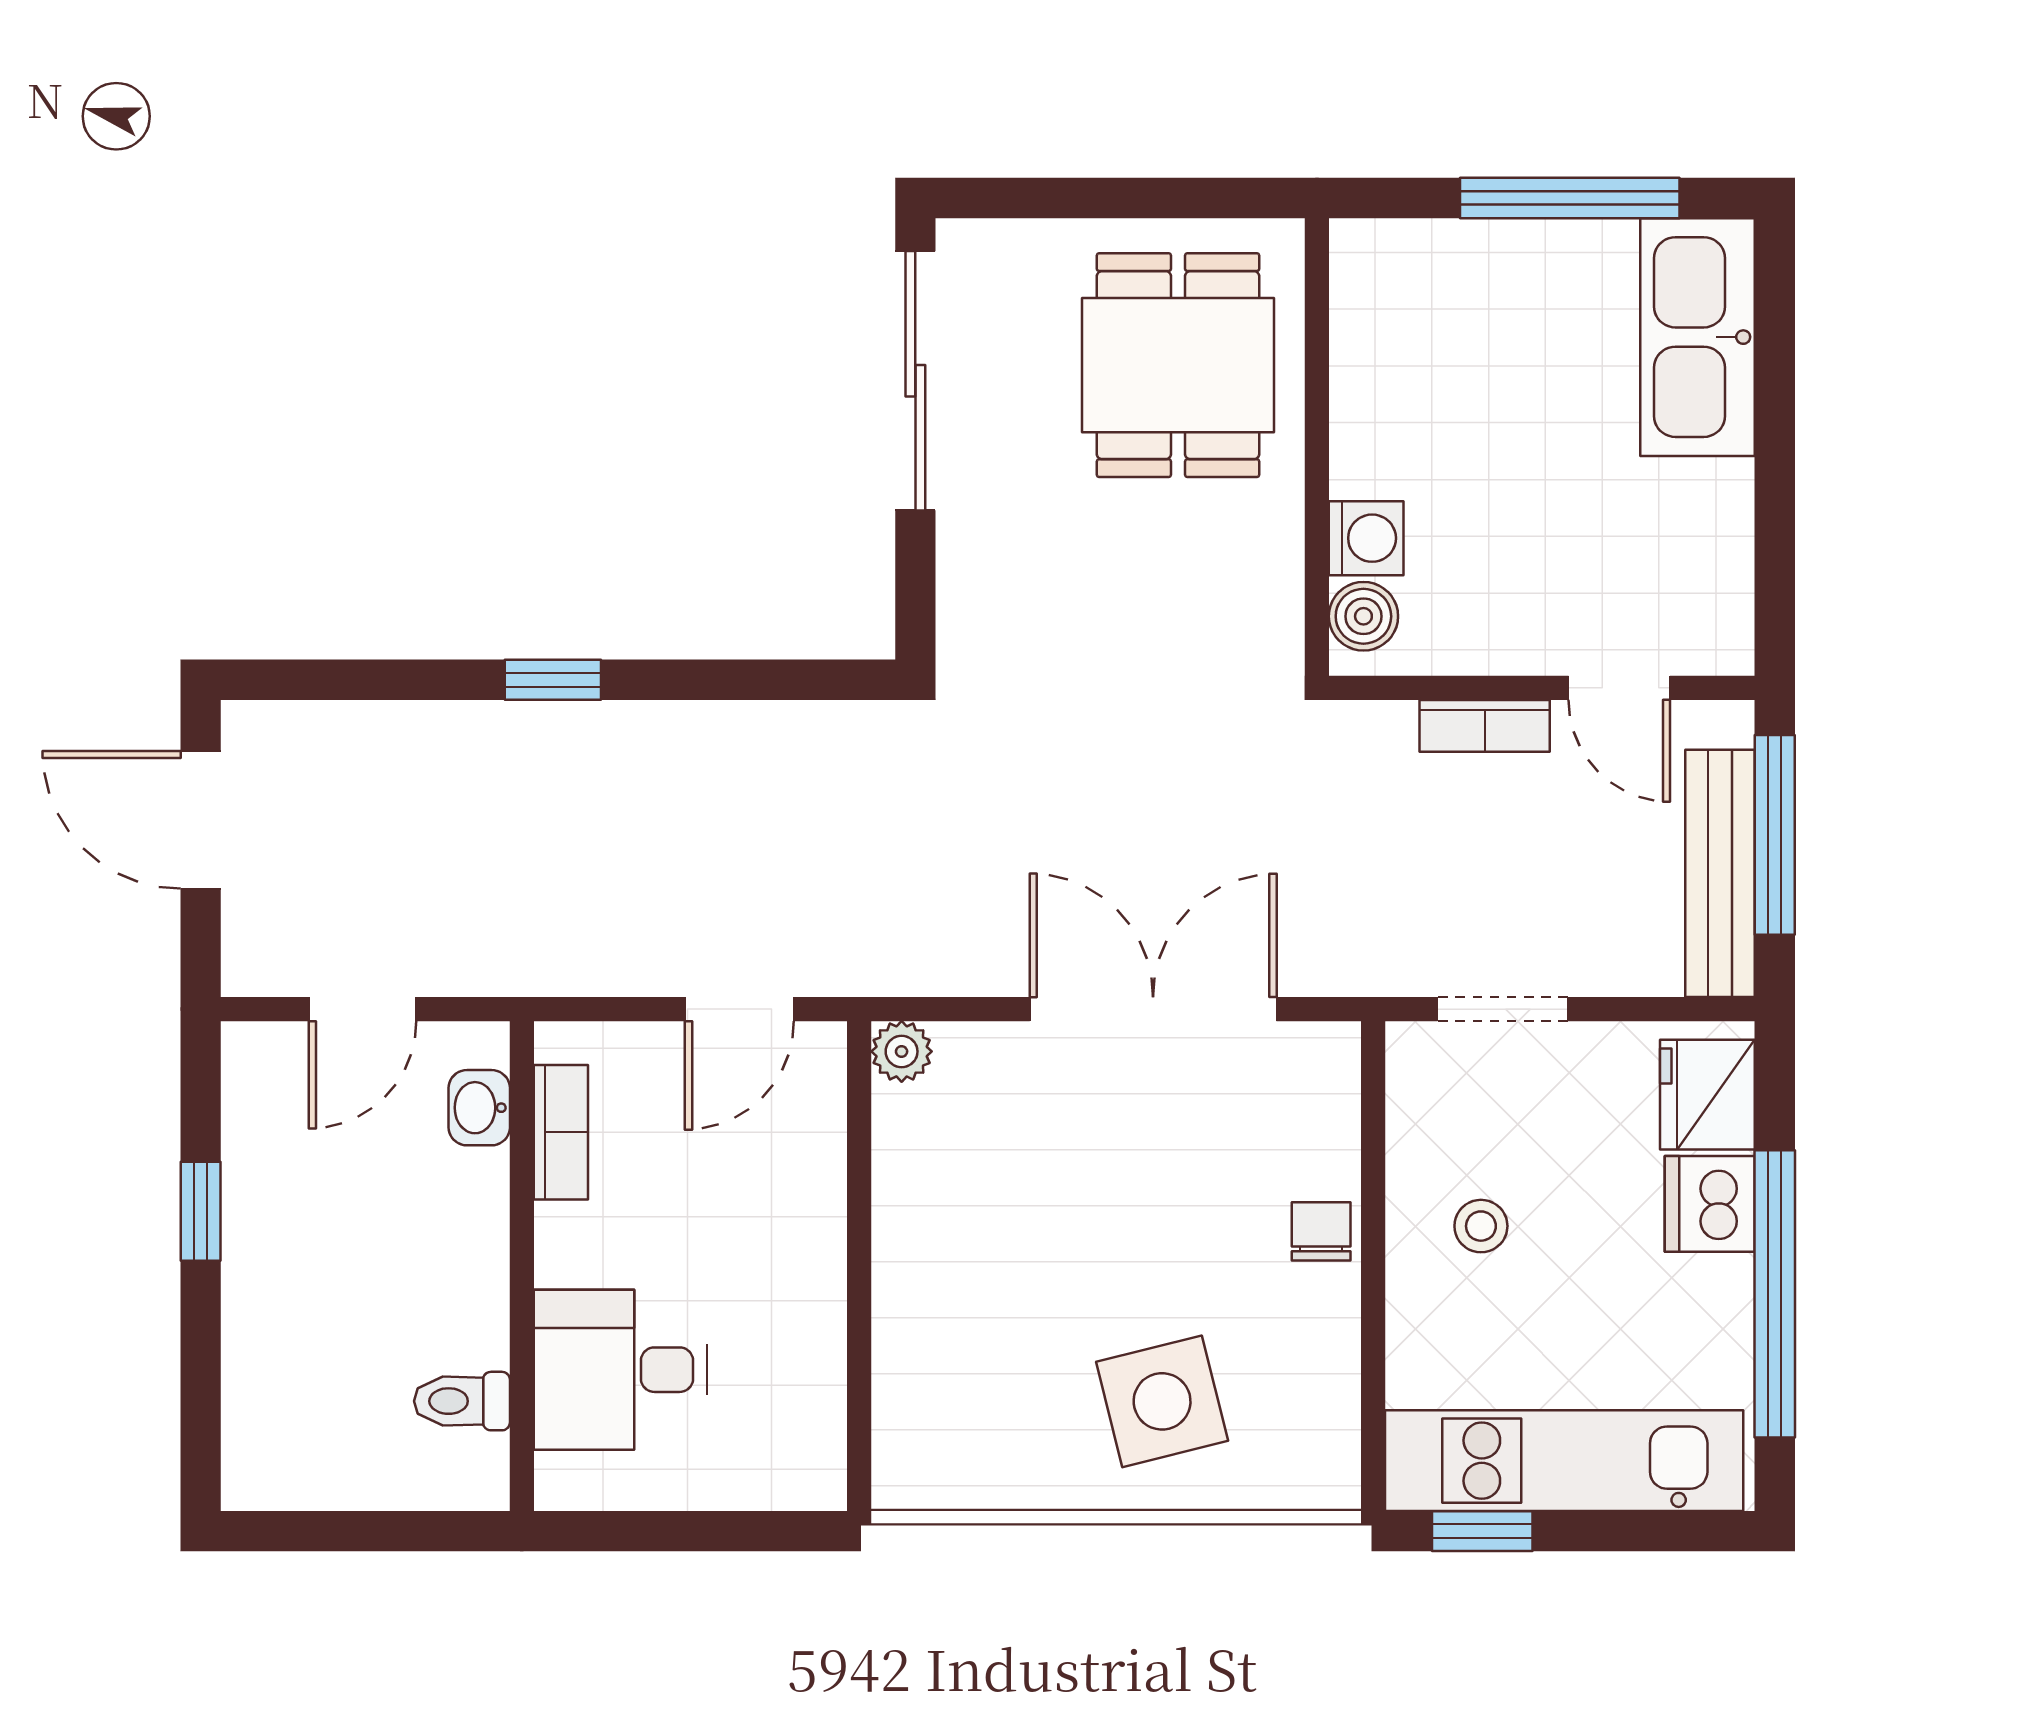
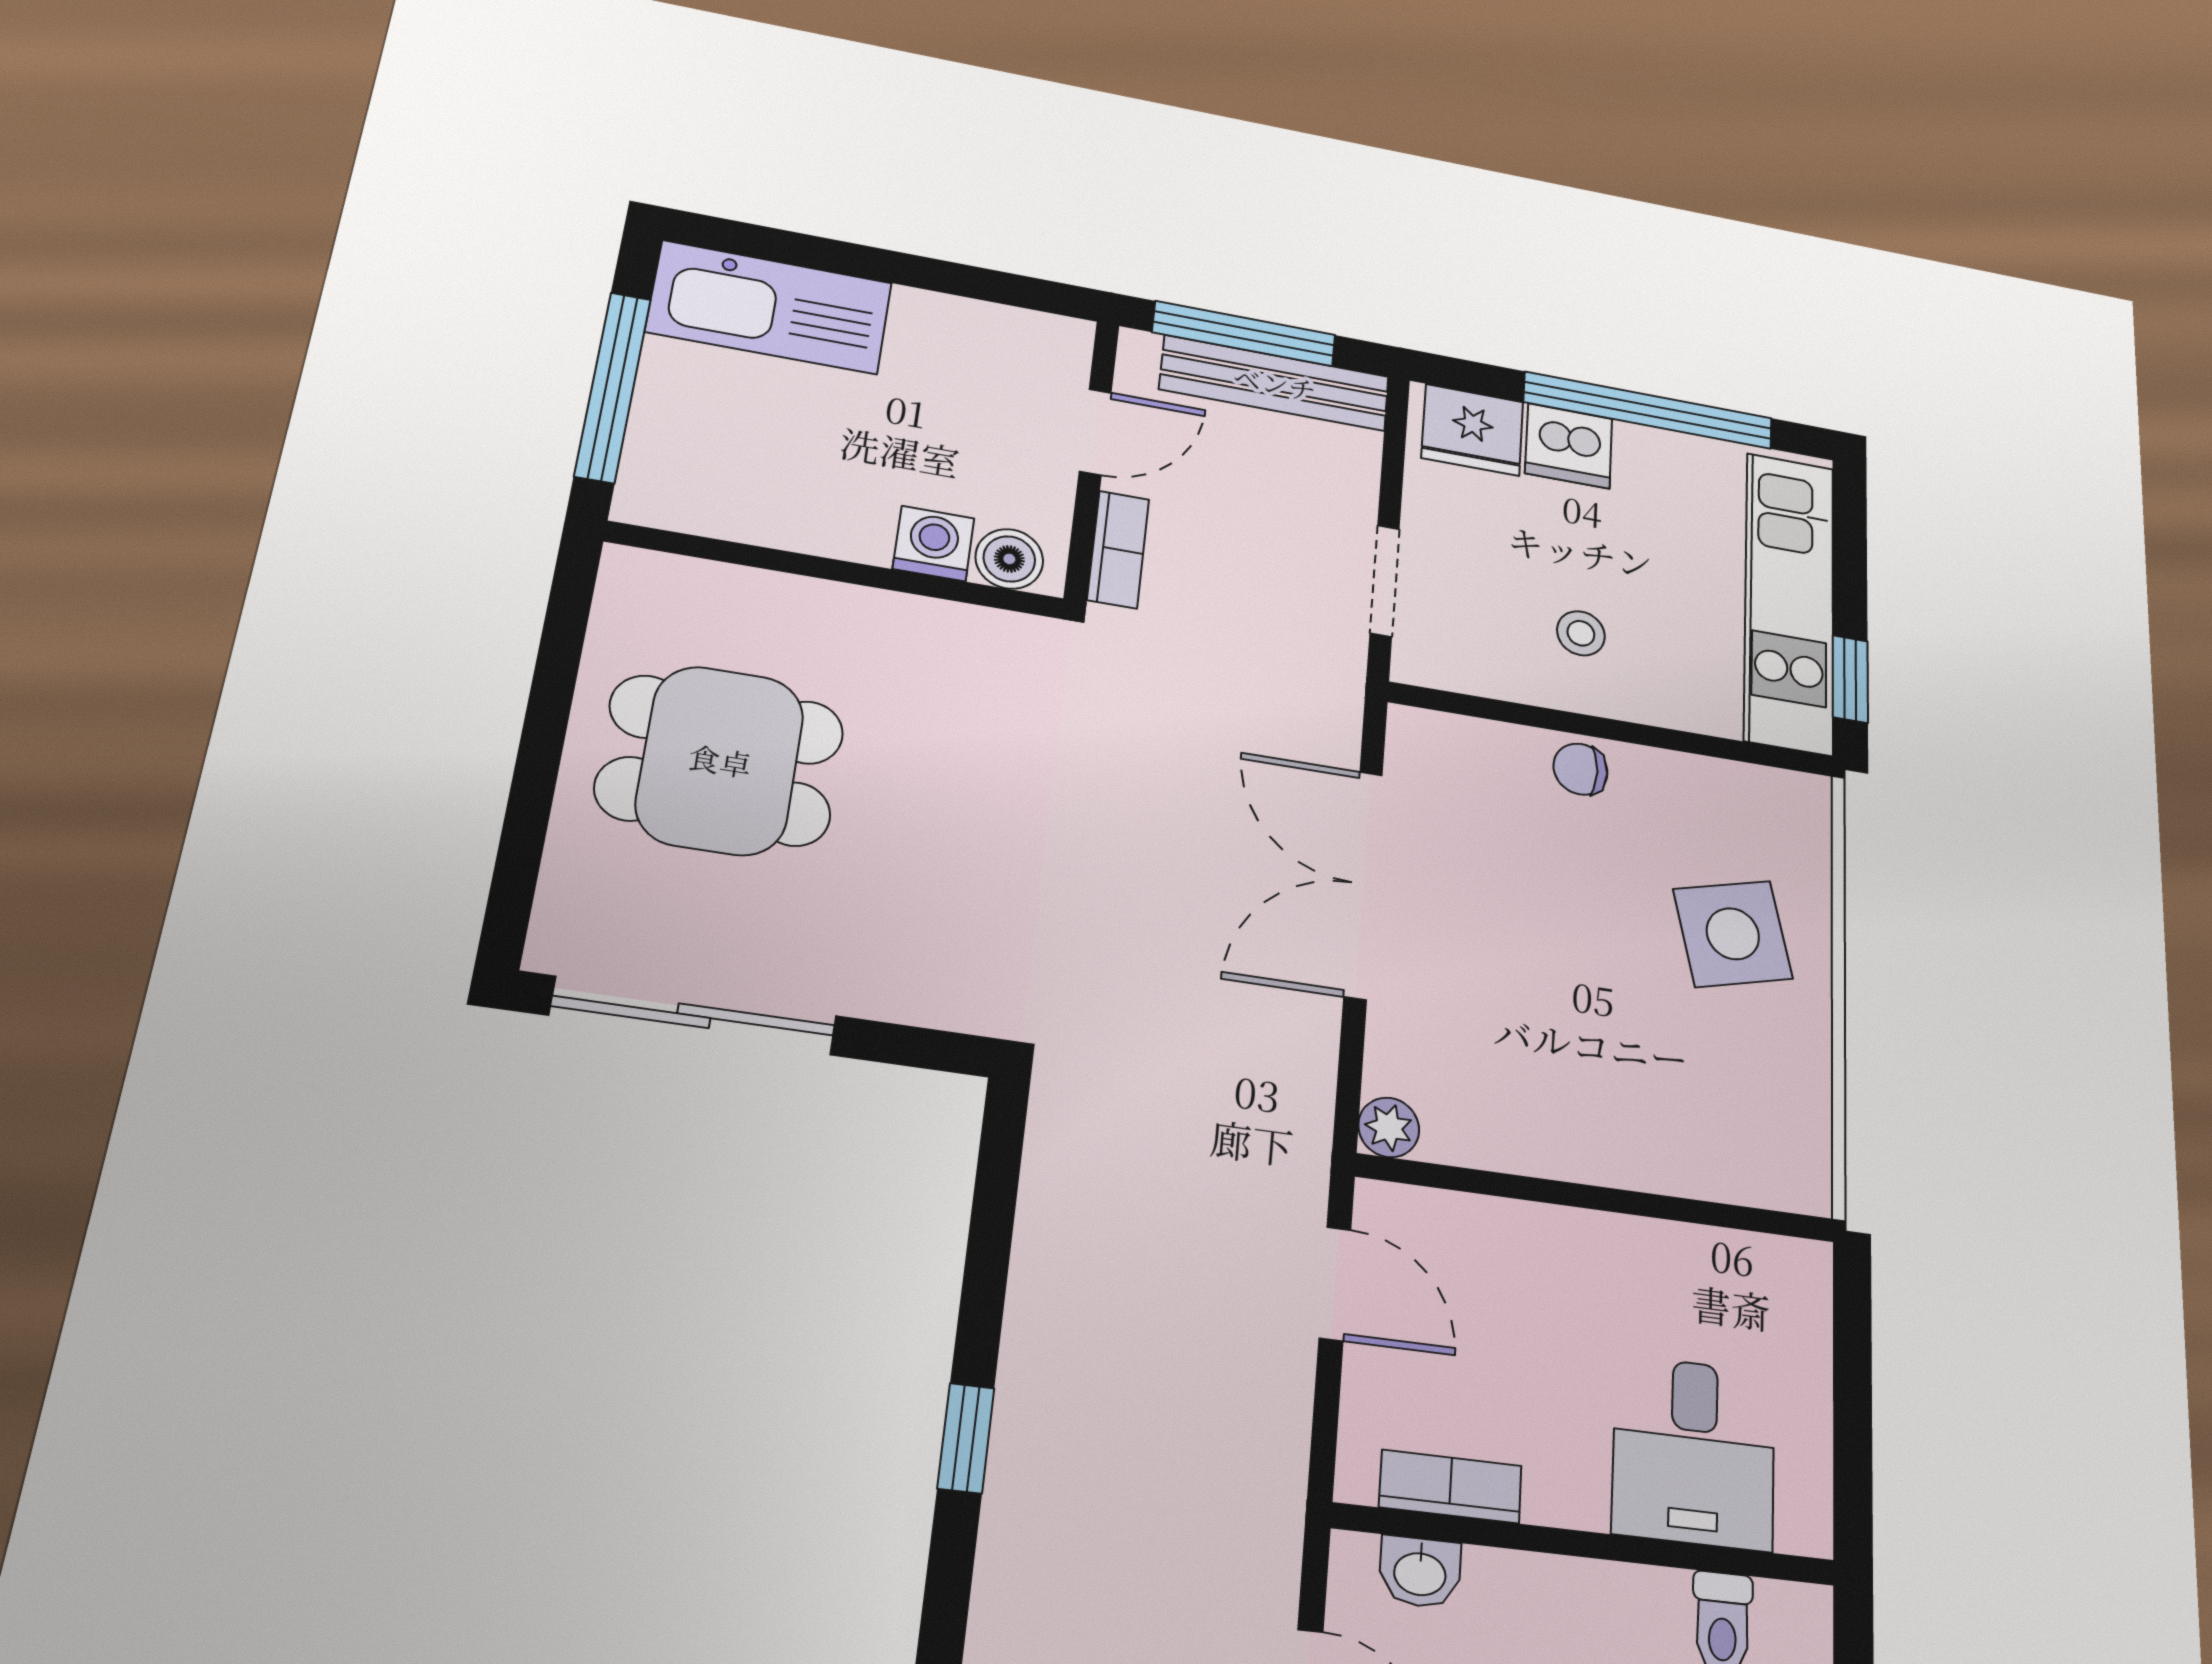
wall: (1317, 447) -> (837, 570), moved
washing machine: (1366, 538) -> (934, 544), moved
boiler: (1363, 616) -> (1009, 559), moved

